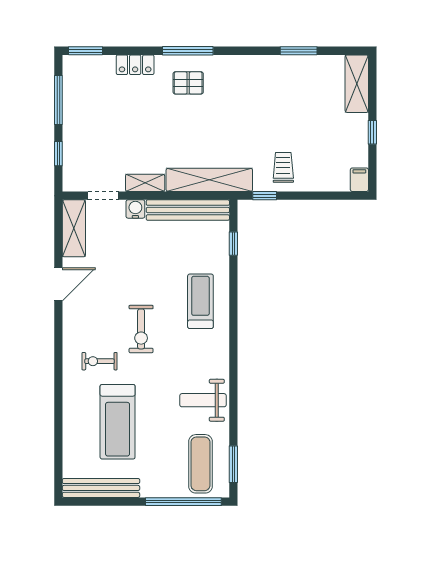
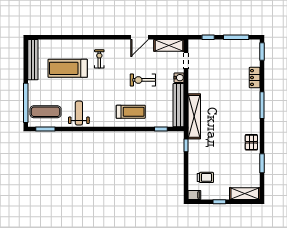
pallet: (188, 83) -> (251, 142), moved
trolley: (283, 167) -> (205, 177), moved
shelving: (145, 183) -> (193, 83), removed
door: (58, 284) -> (140, 37), hinge flipped
exercise bike: (141, 329) -> (143, 80), moved

